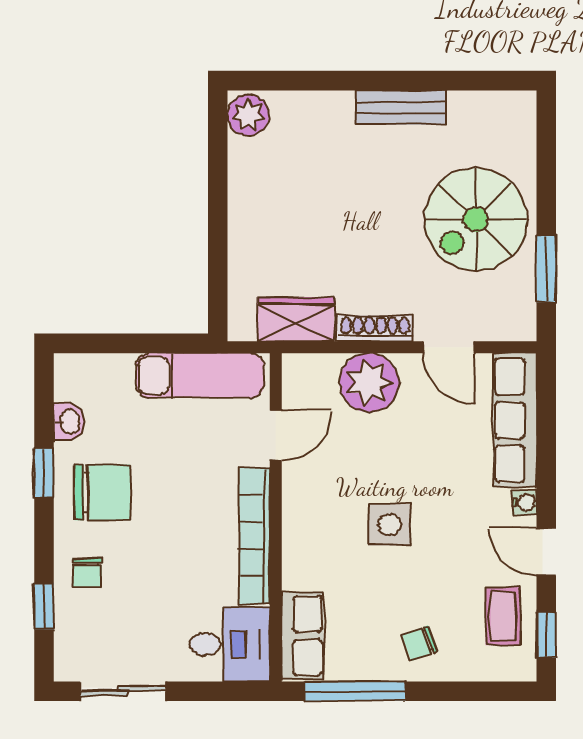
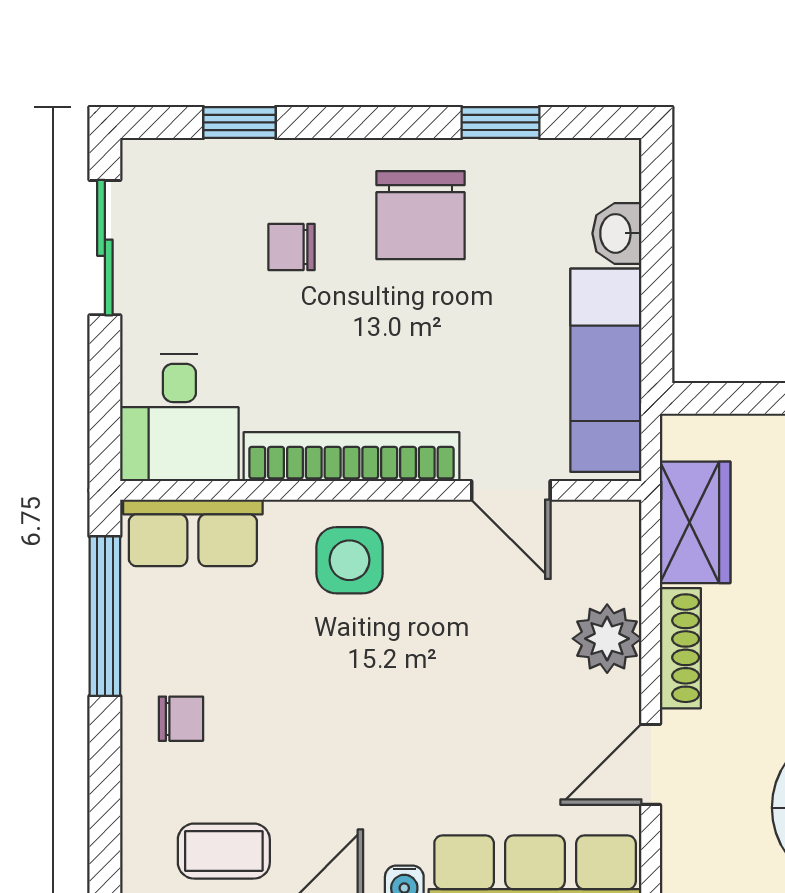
plant: (369, 383) -> (607, 639), width x0.73, depth x0.73
washbasin: (69, 422) -> (617, 233), moved, turned 90
window: (44, 473) -> (500, 122), moved
side table: (390, 524) -> (349, 560), moved
chair: (87, 573) -> (292, 247), moved
chair: (420, 643) -> (181, 719), turned 110

